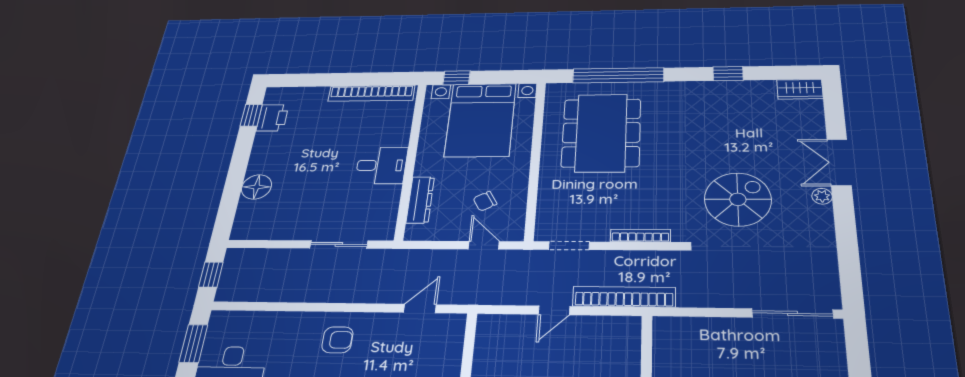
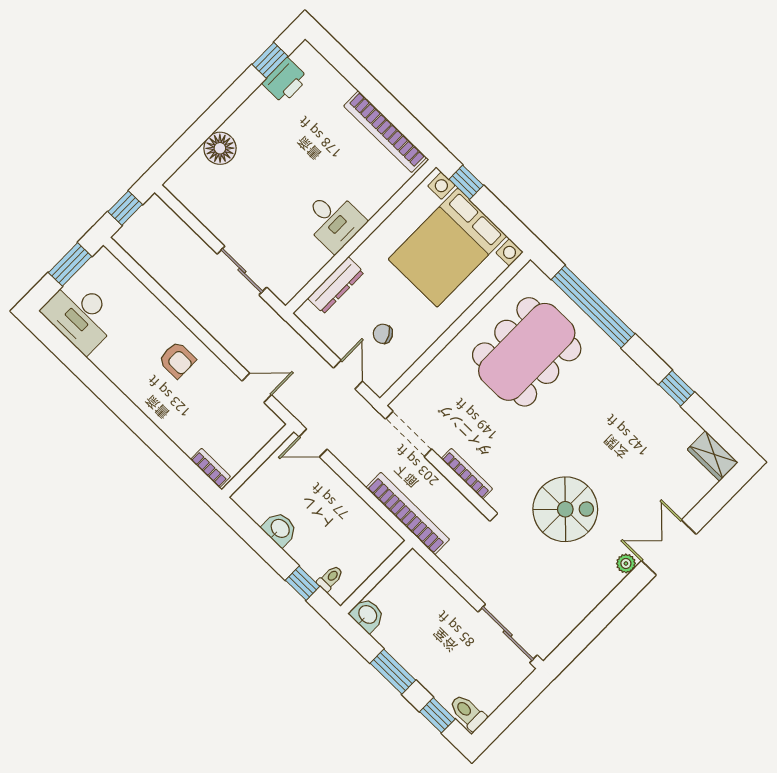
doorway: (569, 246) -> (409, 434), width x1.38
door: (554, 310) -> (313, 443), moved

